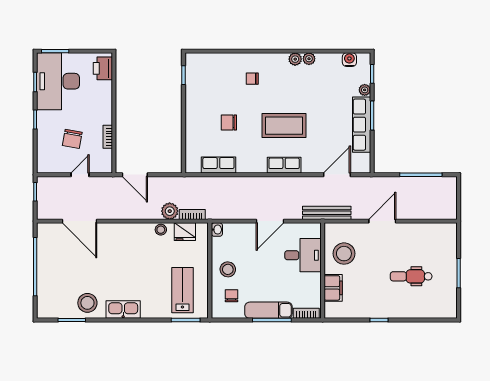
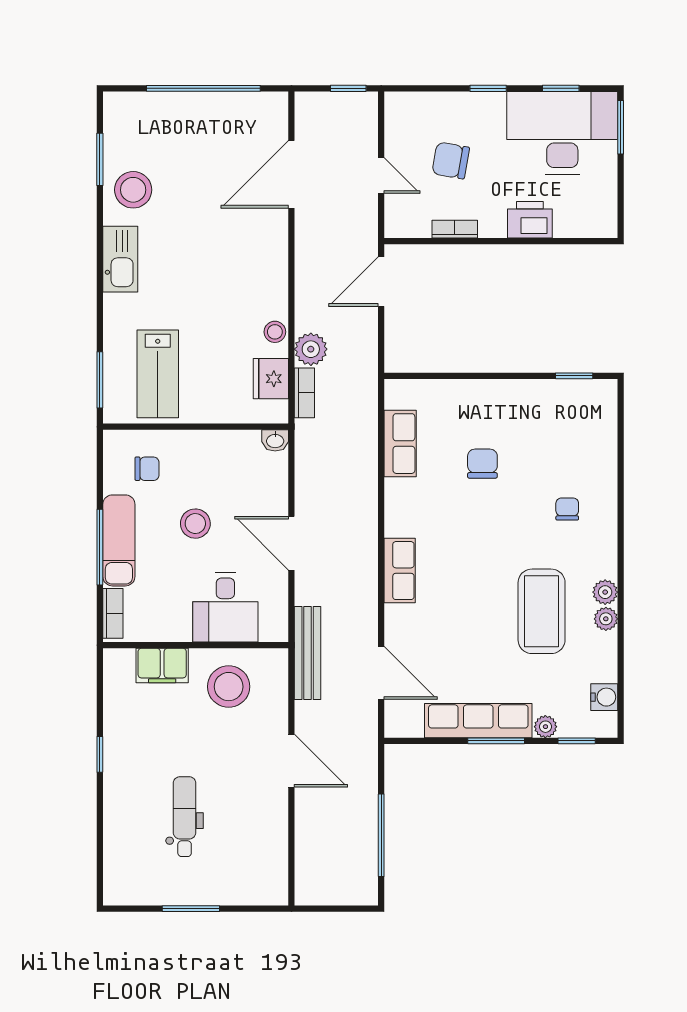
printer: (103, 68) -> (530, 220), moved
coffee table: (284, 126) -> (542, 611), moved
stool: (228, 269) -> (195, 524), moved
lab bench: (182, 290) -> (158, 374), turned 90

